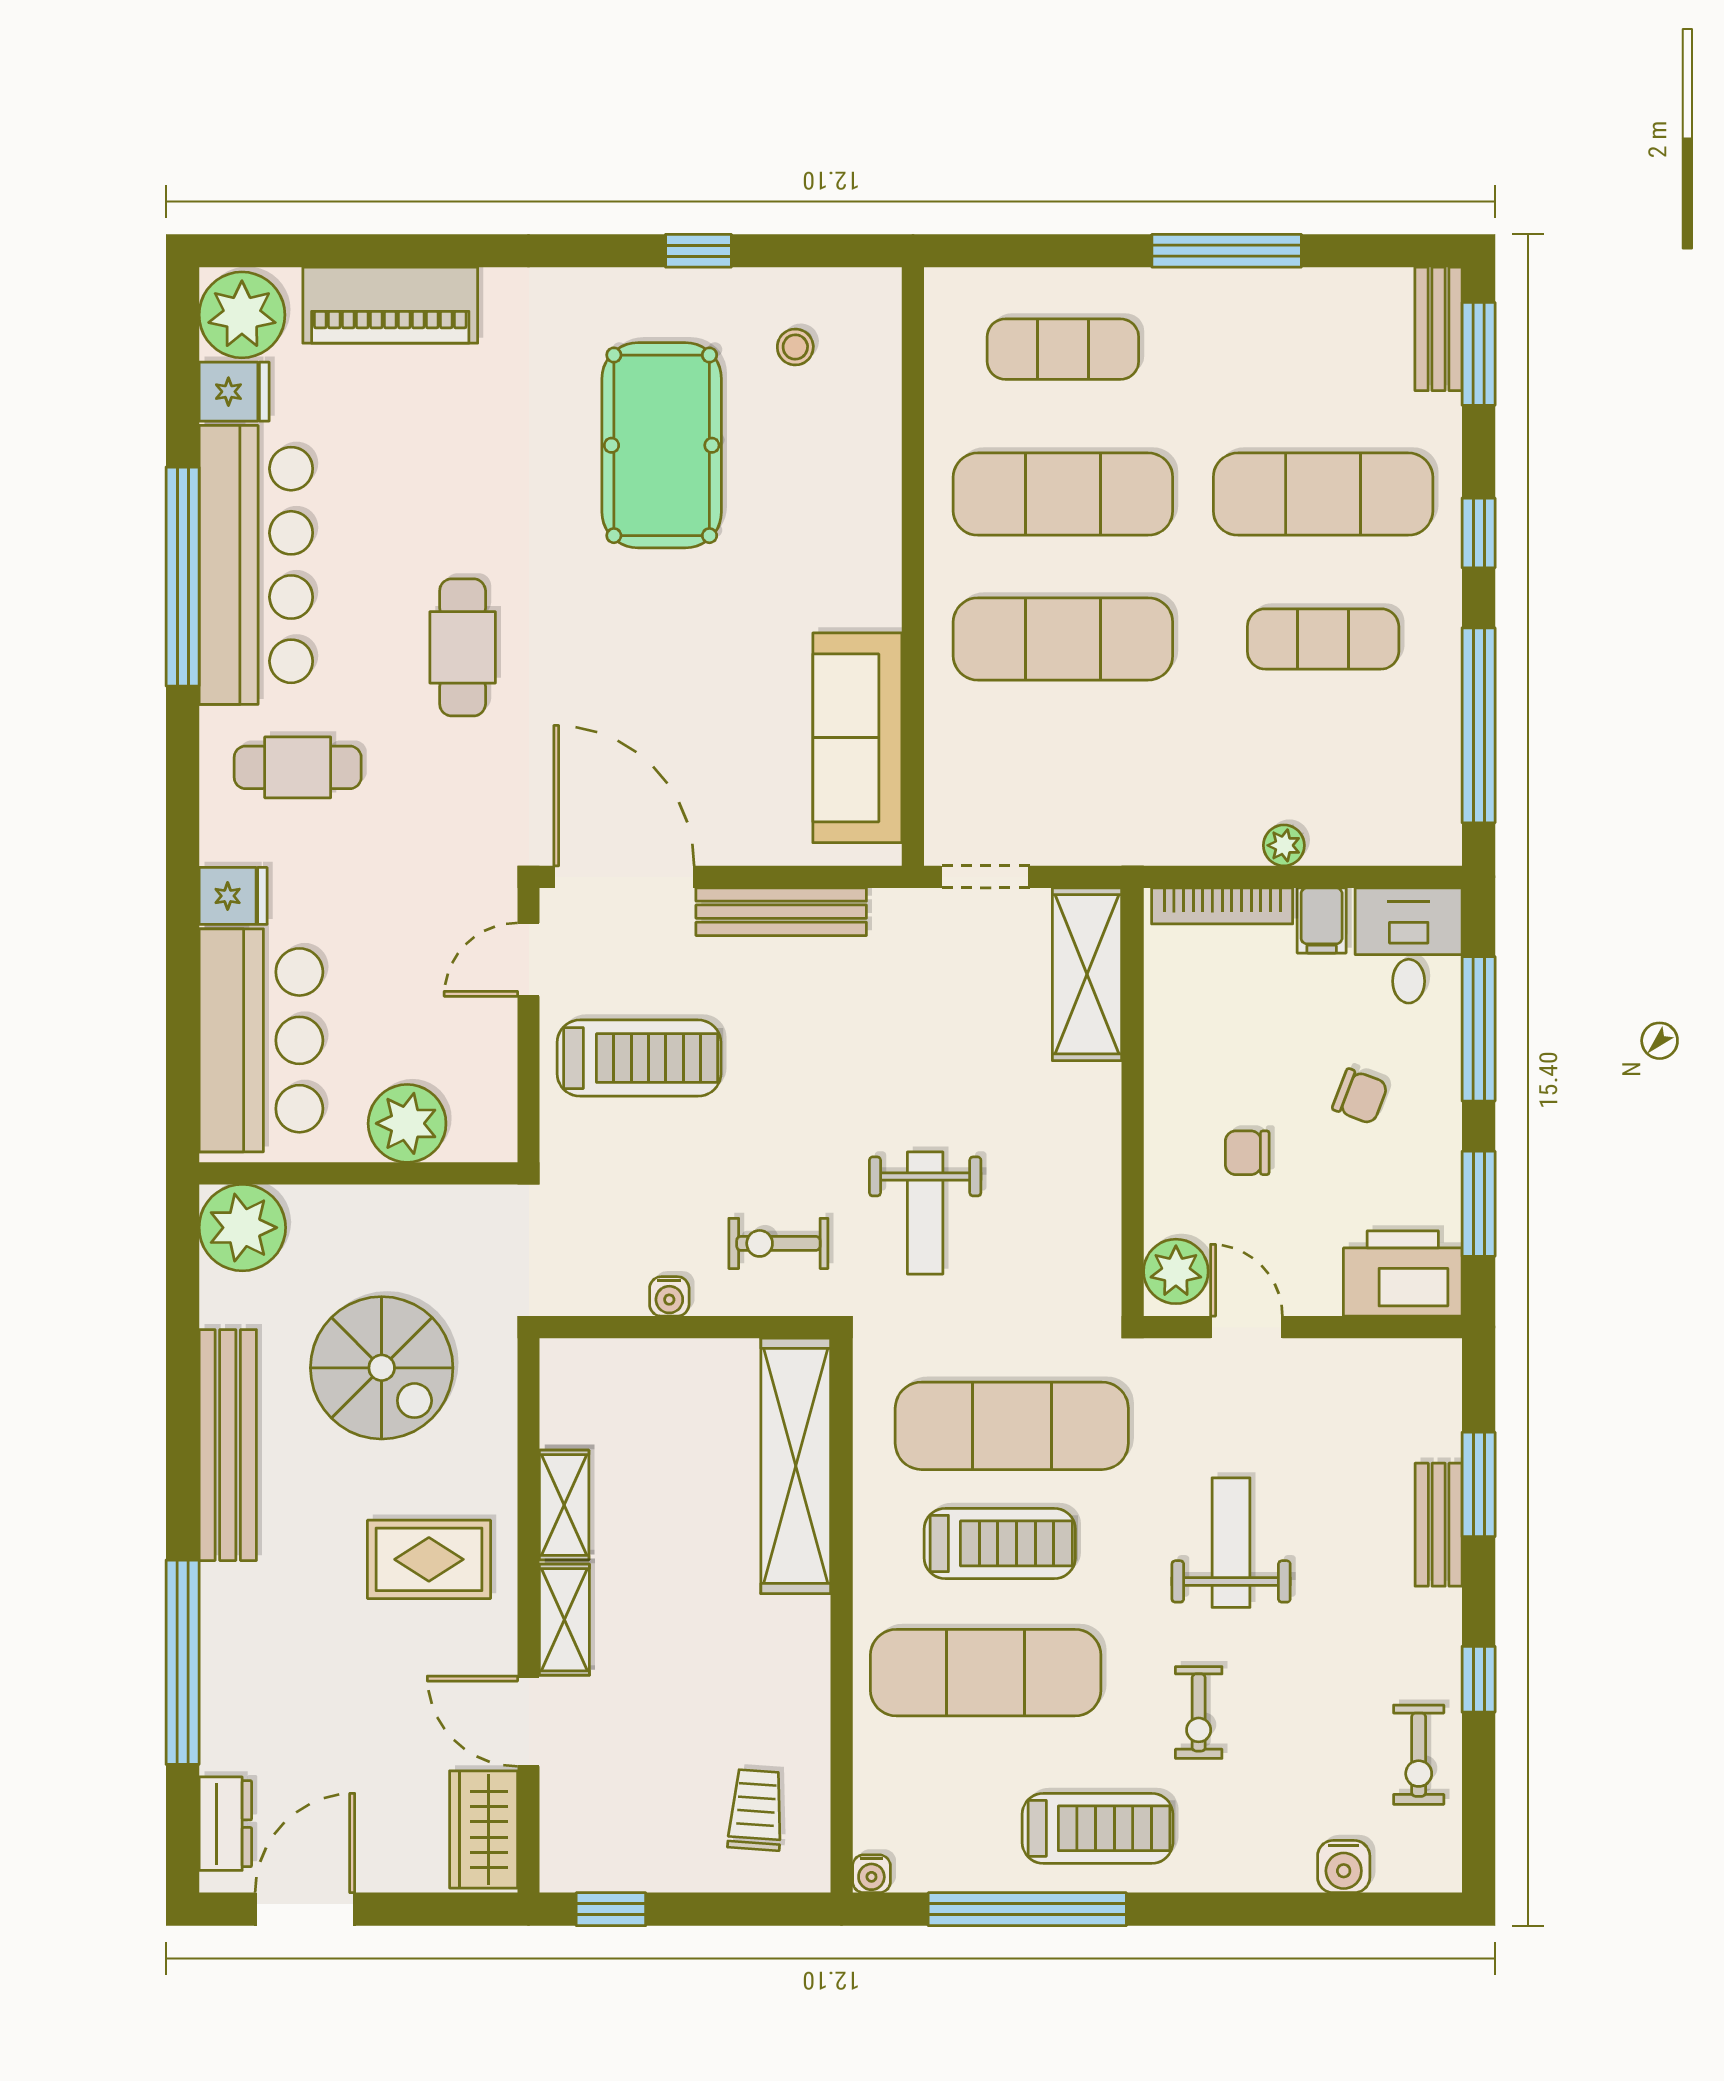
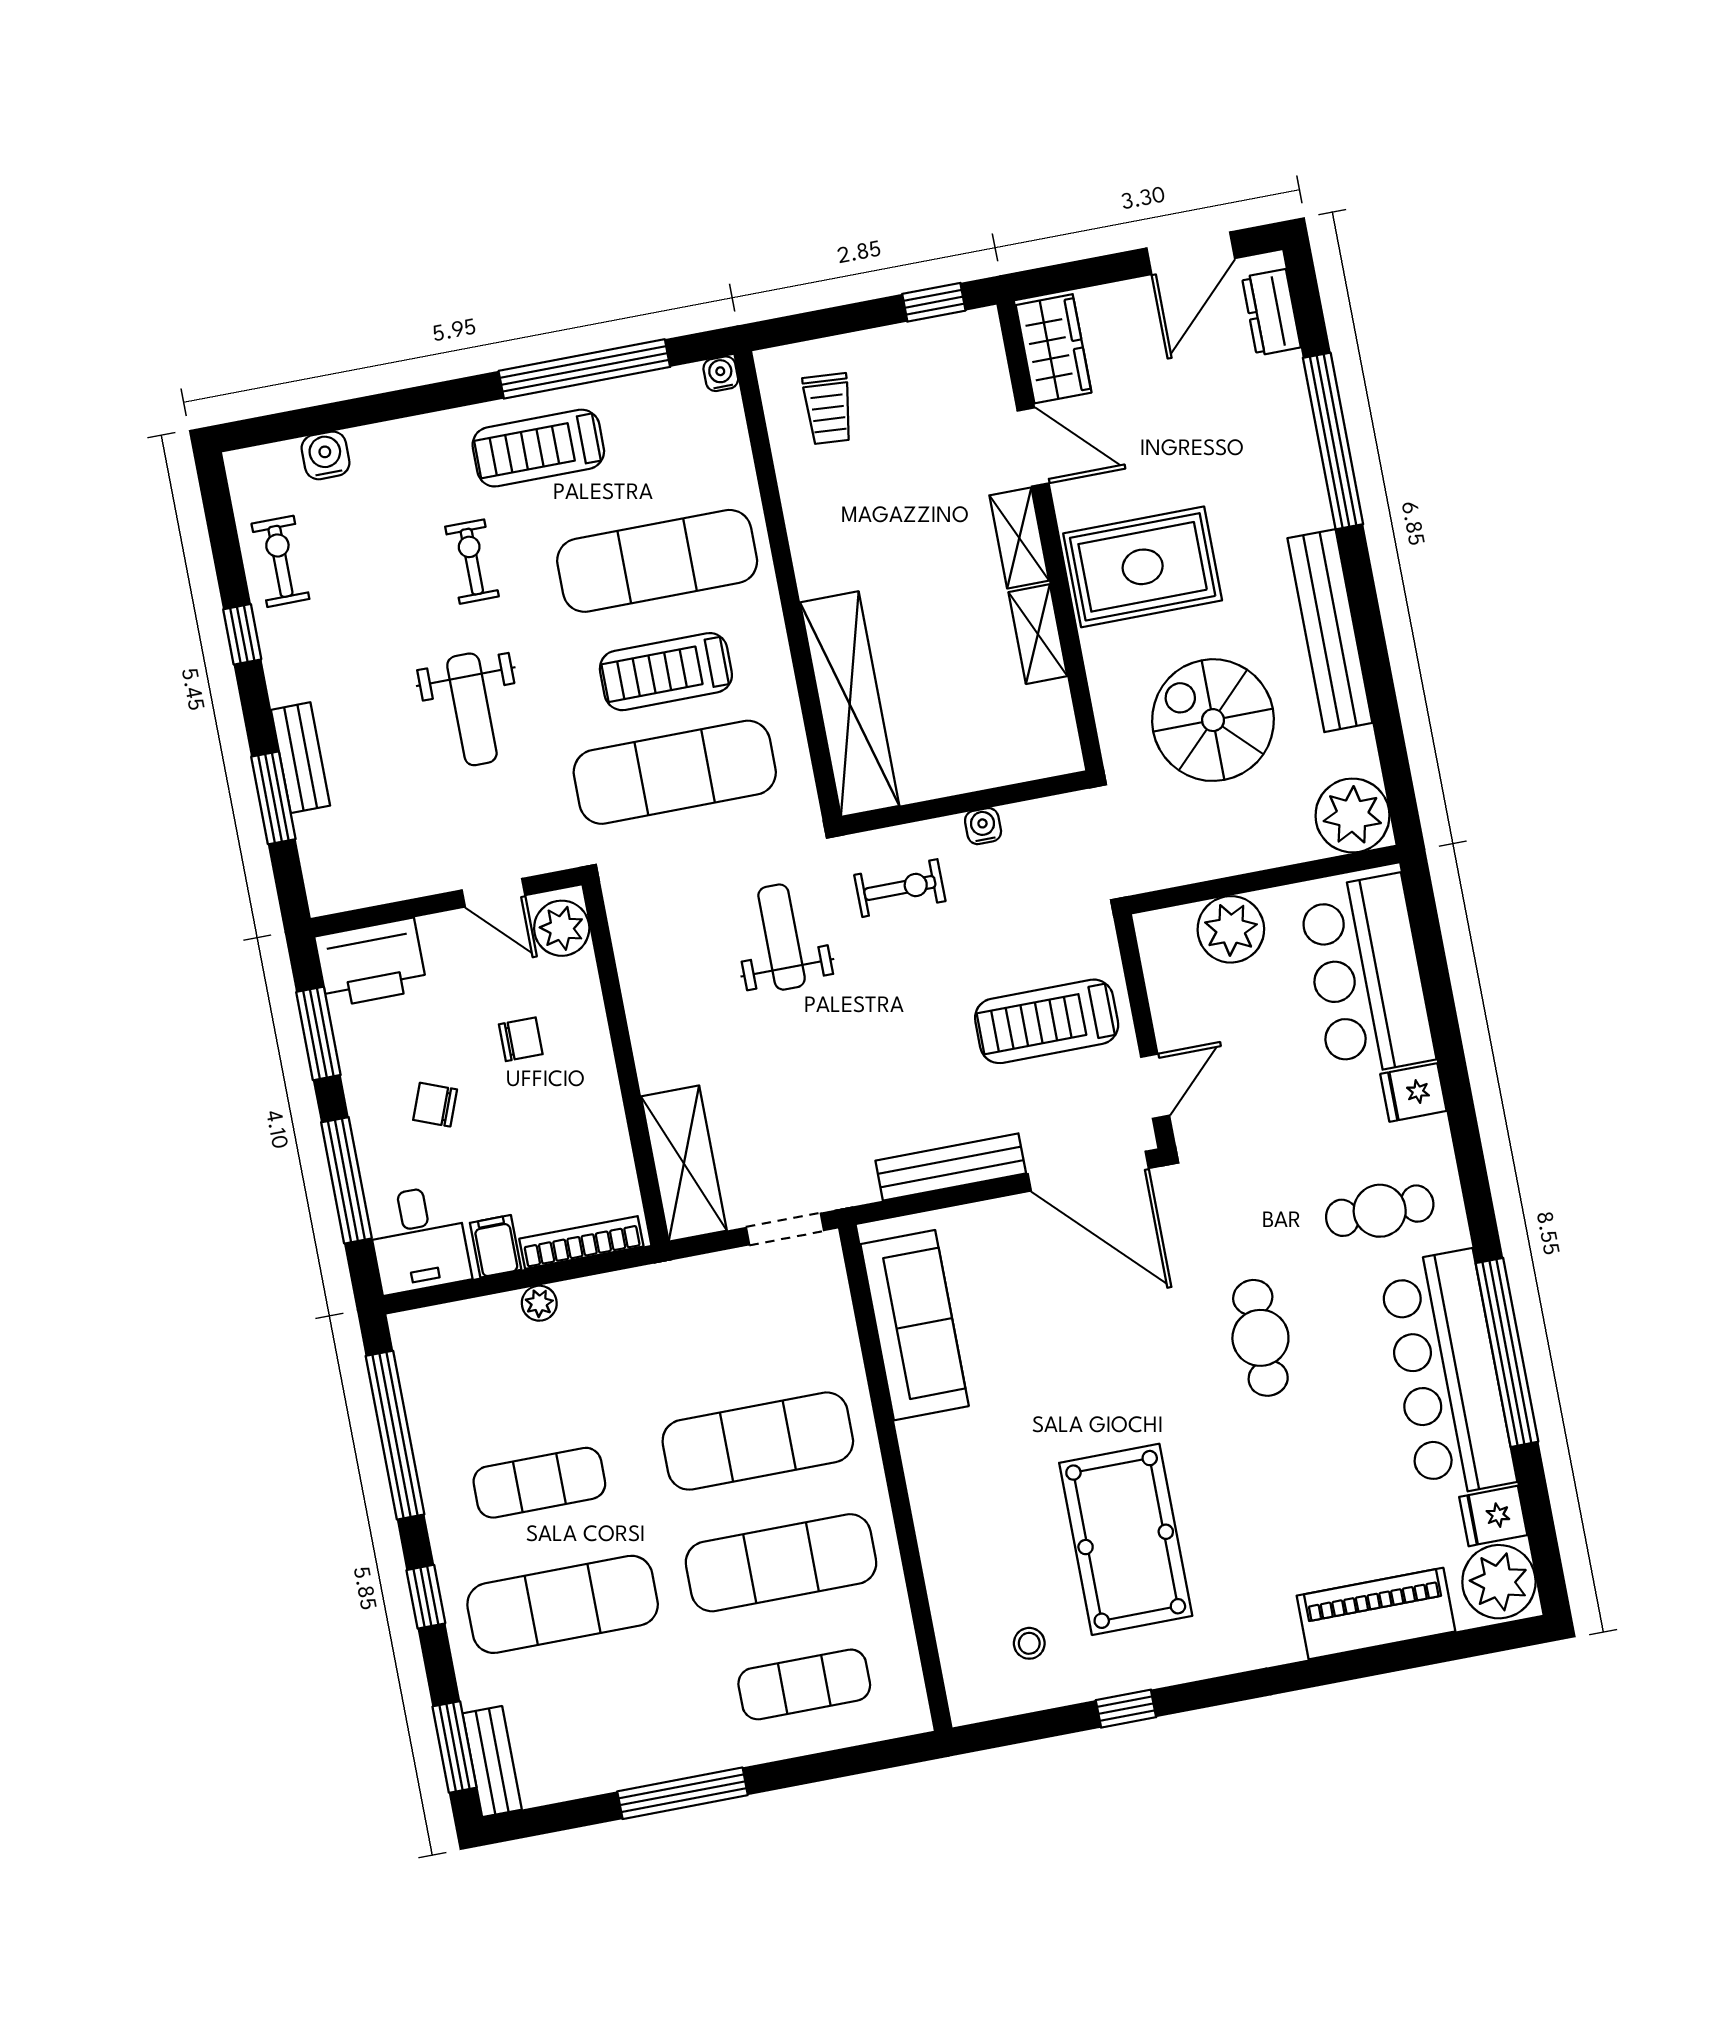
rug: (429, 1559) -> (1143, 567), width x1.36, depth x1.43

